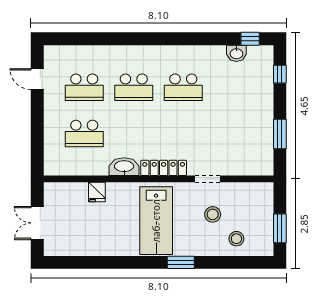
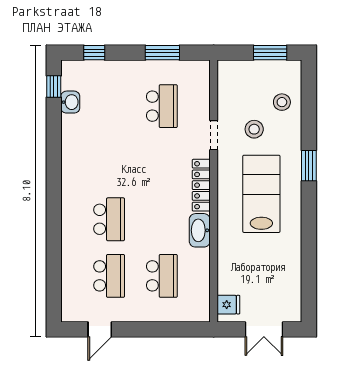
school desk: (183, 87) -> (162, 106), moved
fridge: (97, 192) -> (228, 305), moved
lab bench: (156, 221) -> (261, 194), turned -90

